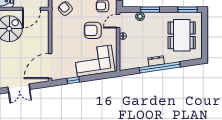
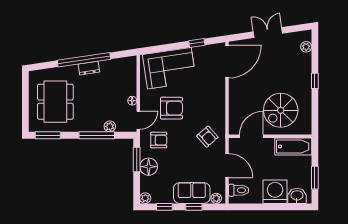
window: (150, 10) -> (97, 135), width x1.44

